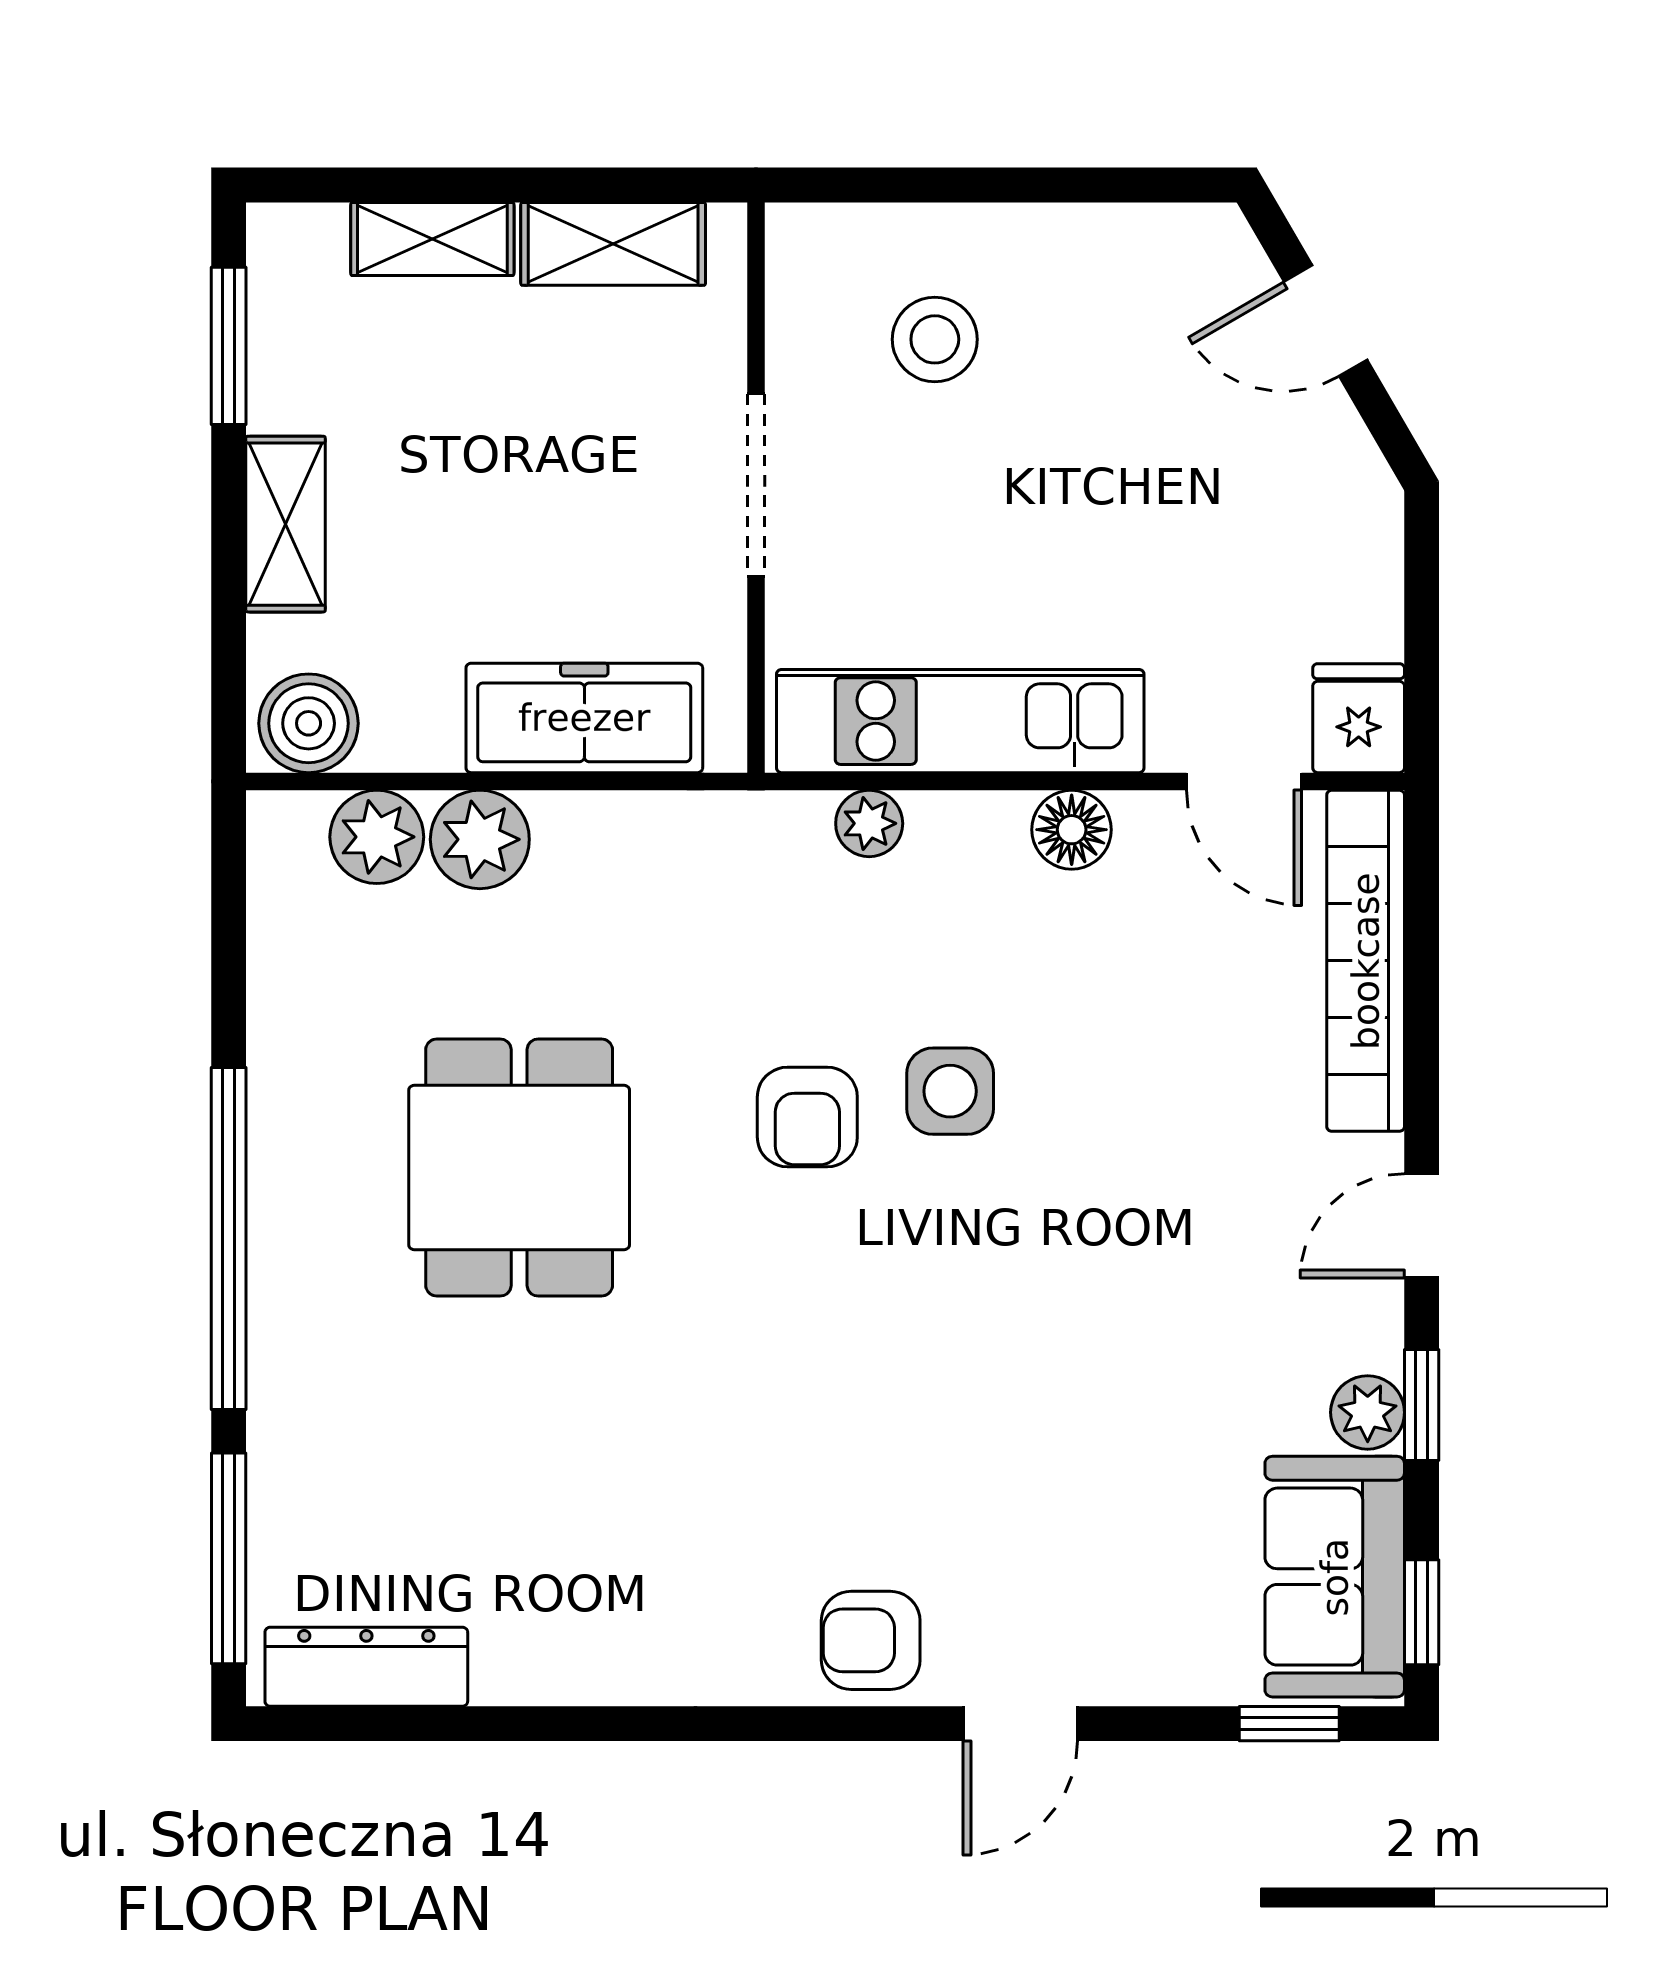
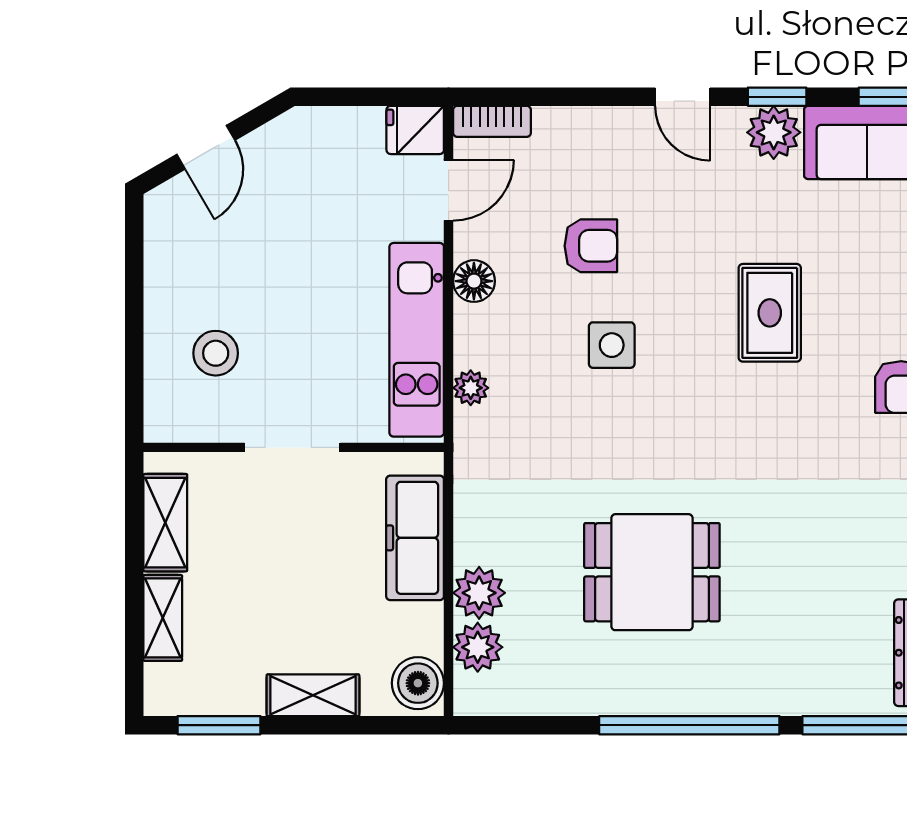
bookcase: (1366, 961) -> (492, 121), width x0.43, depth x0.76
armchair: (807, 1117) -> (591, 246), moved
rug: (1011, 1391) -> (770, 313), added
plant: (1368, 1412) -> (774, 132), width x1.38, depth x1.38

